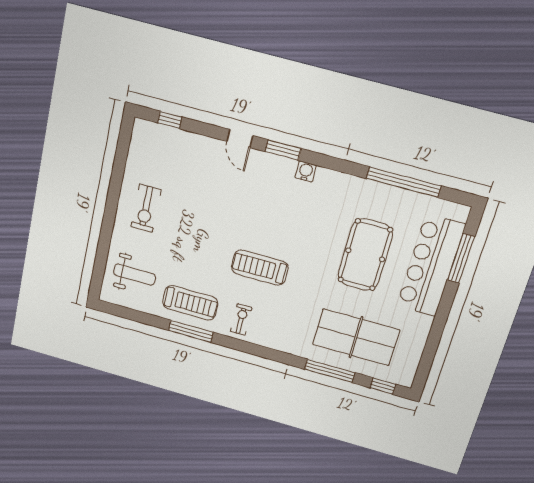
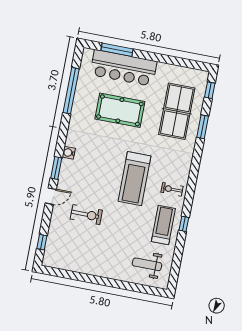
exercise bike: (146, 208) -> (86, 215), moved
treadmill: (260, 268) -> (134, 179), width x1.37, depth x1.38
weight bench: (135, 275) -> (147, 264), turned -90
window: (191, 331) -> (184, 224), width x0.46
window: (330, 371) -> (203, 127), width x0.69

